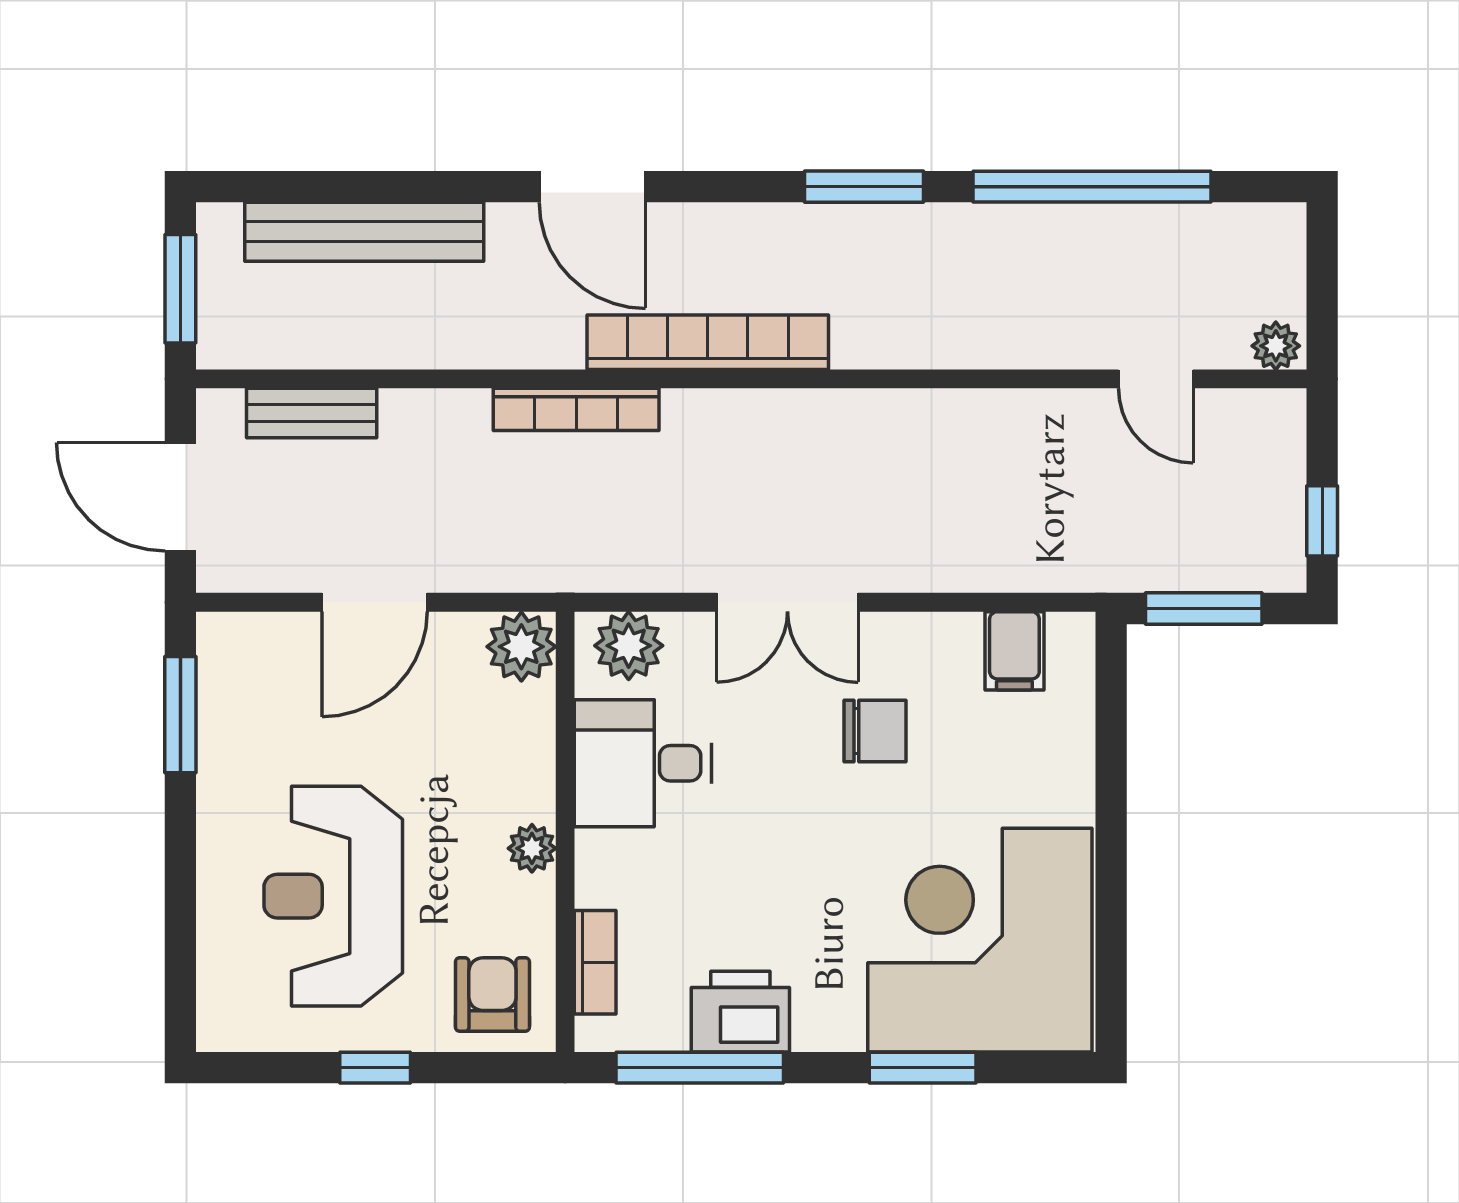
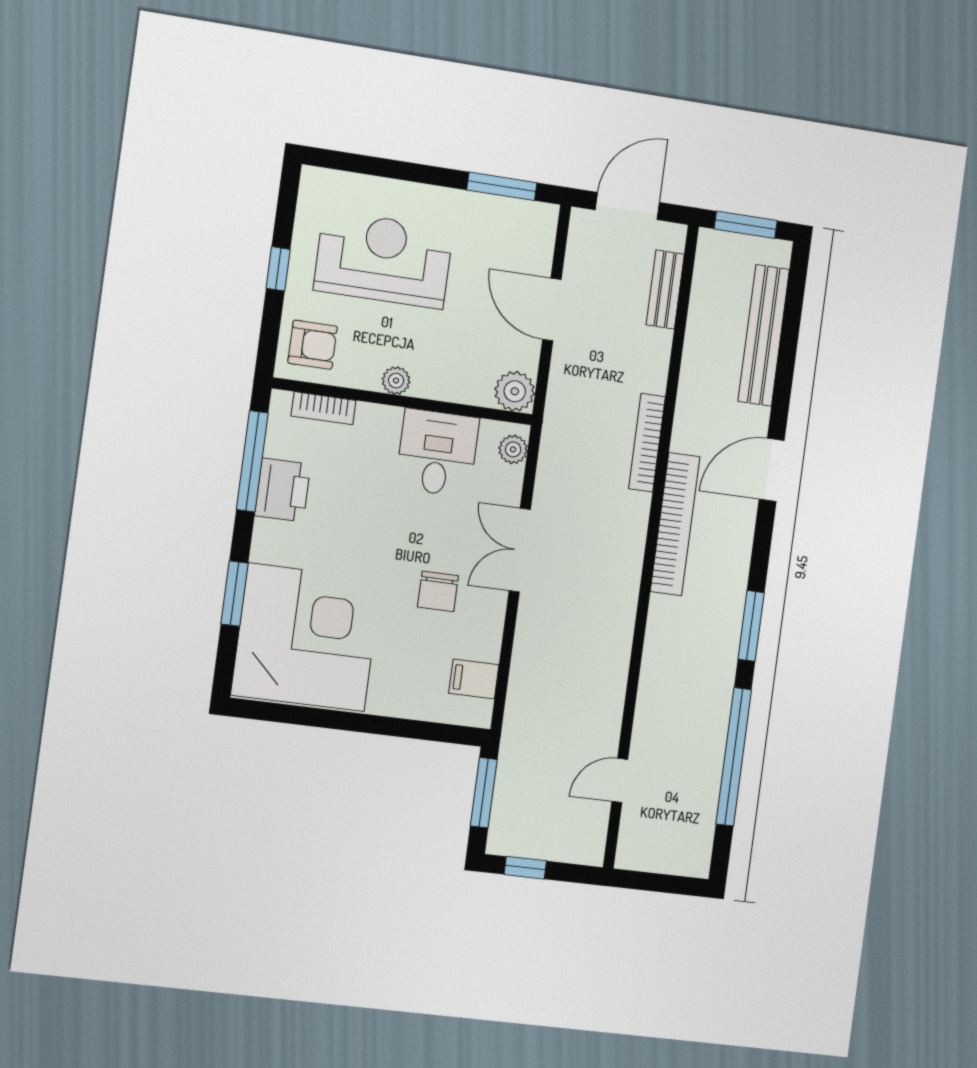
plant: (1276, 346) -> (629, 852), removed
plant: (629, 646) -> (513, 449), width x0.73, depth x0.73

